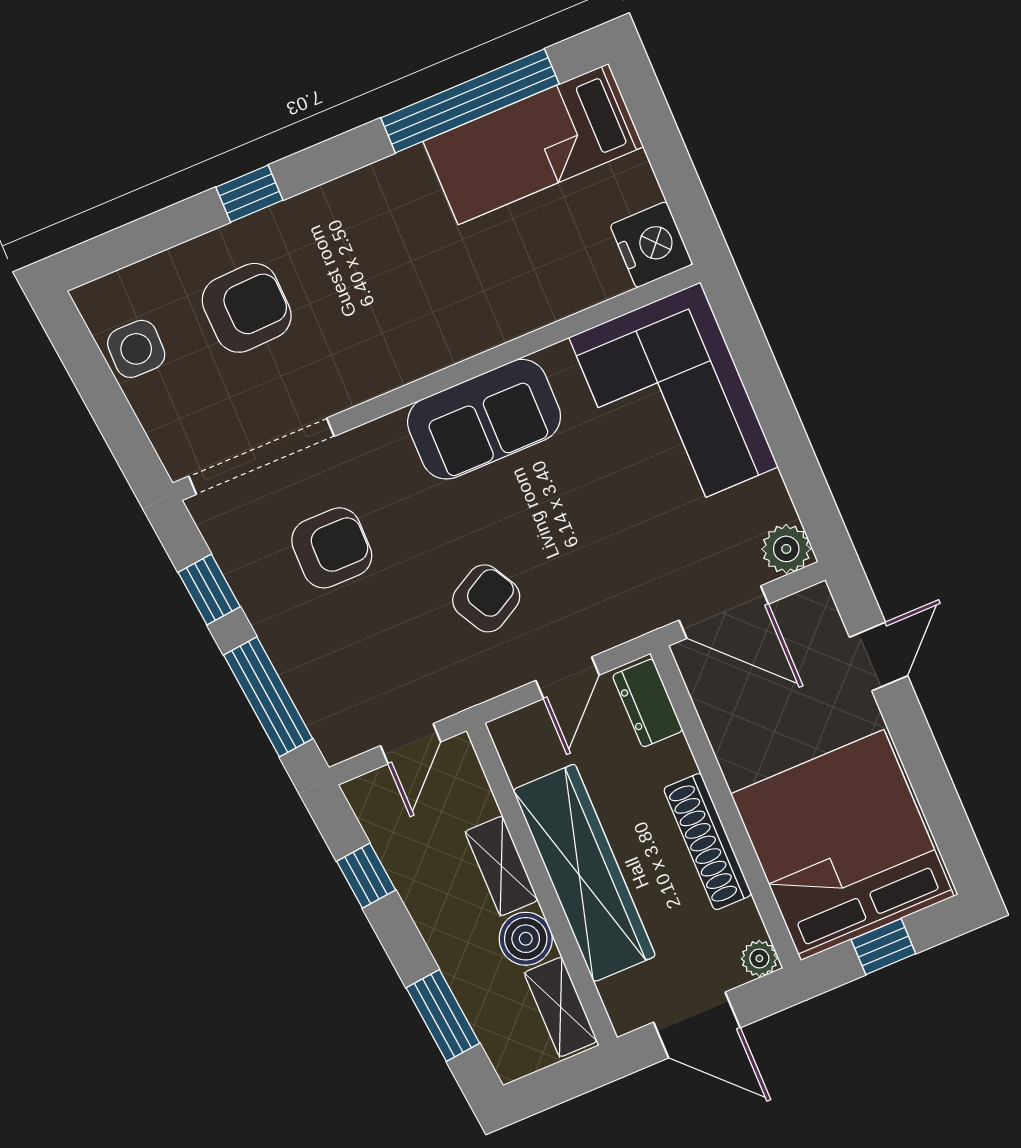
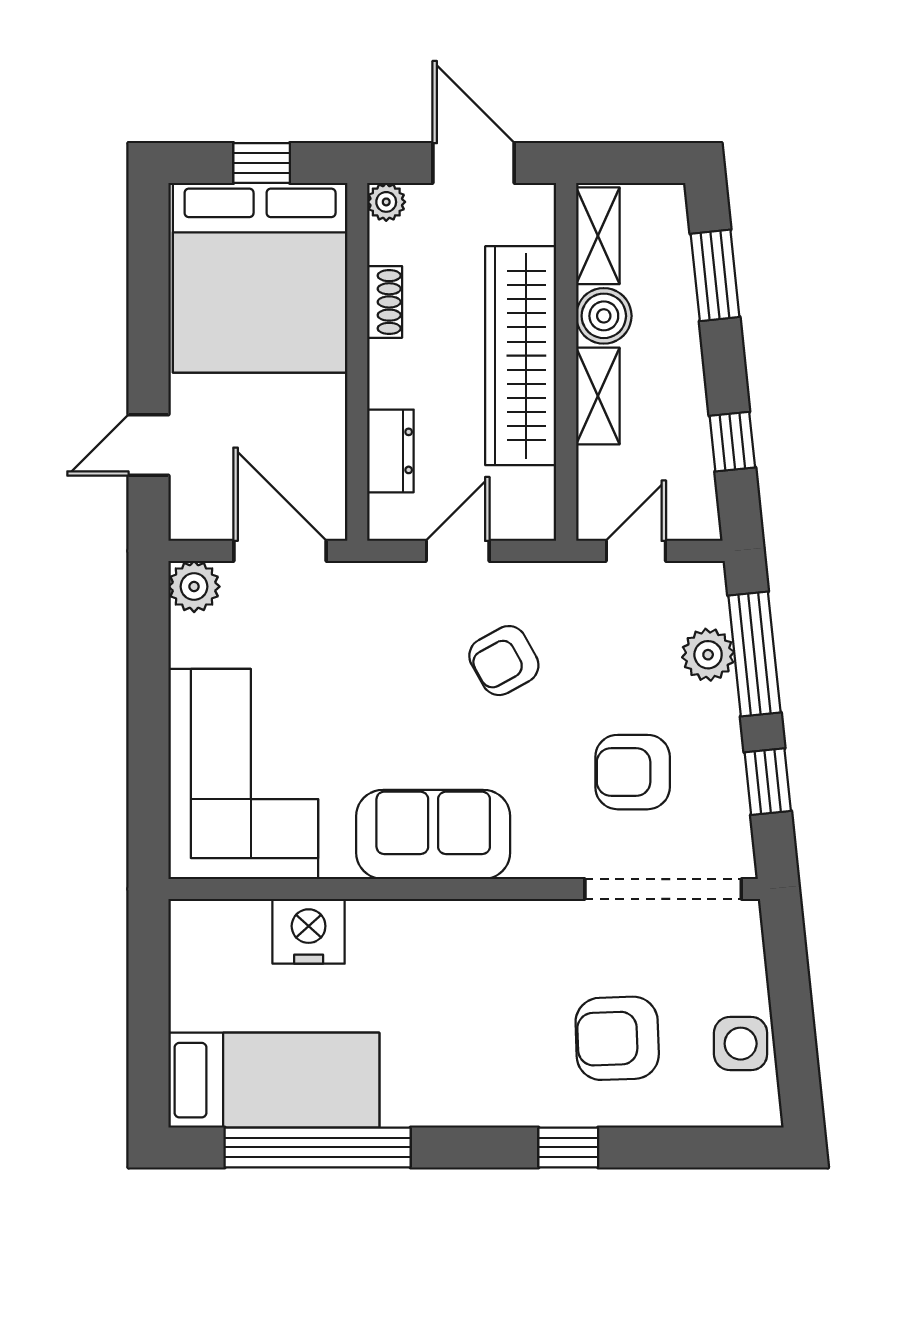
nightstand: (651, 245) -> (309, 931), moved, turned 90
plant: (309, 679) -> (708, 655), added
dresser: (648, 703) -> (390, 451), moved
shoe rack: (708, 842) -> (385, 302), width x0.51, depth x0.81

